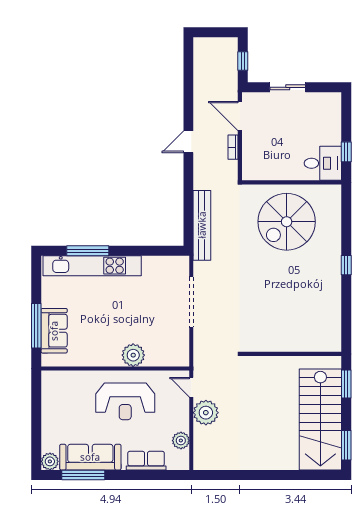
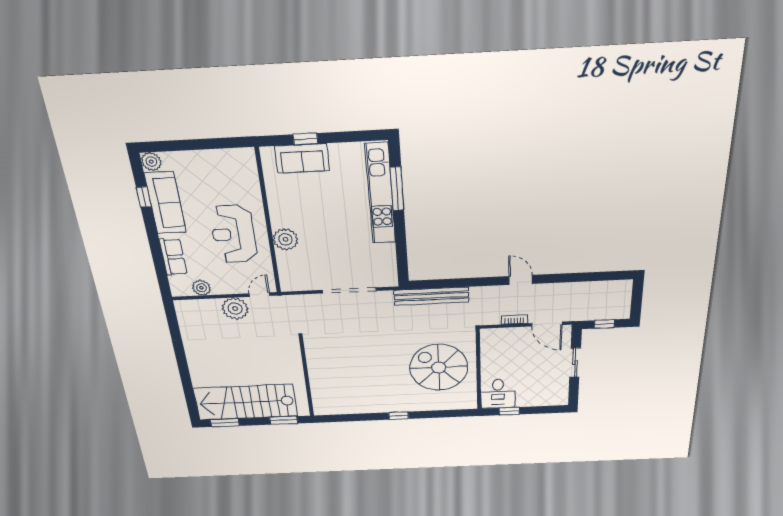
door: (240, 116) -> (547, 324), swing flipped
window: (36, 326) -> (305, 139), width x0.46
window: (83, 475) -> (144, 197), width x0.46

